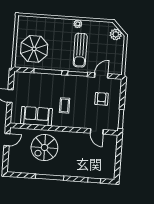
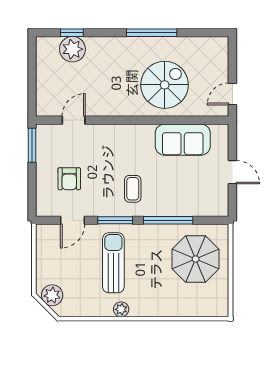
coffee table: (65, 105) -> (133, 189), moved
door: (97, 131) -> (74, 120), hinge flipped
plant: (95, 171) -> (72, 49), added

